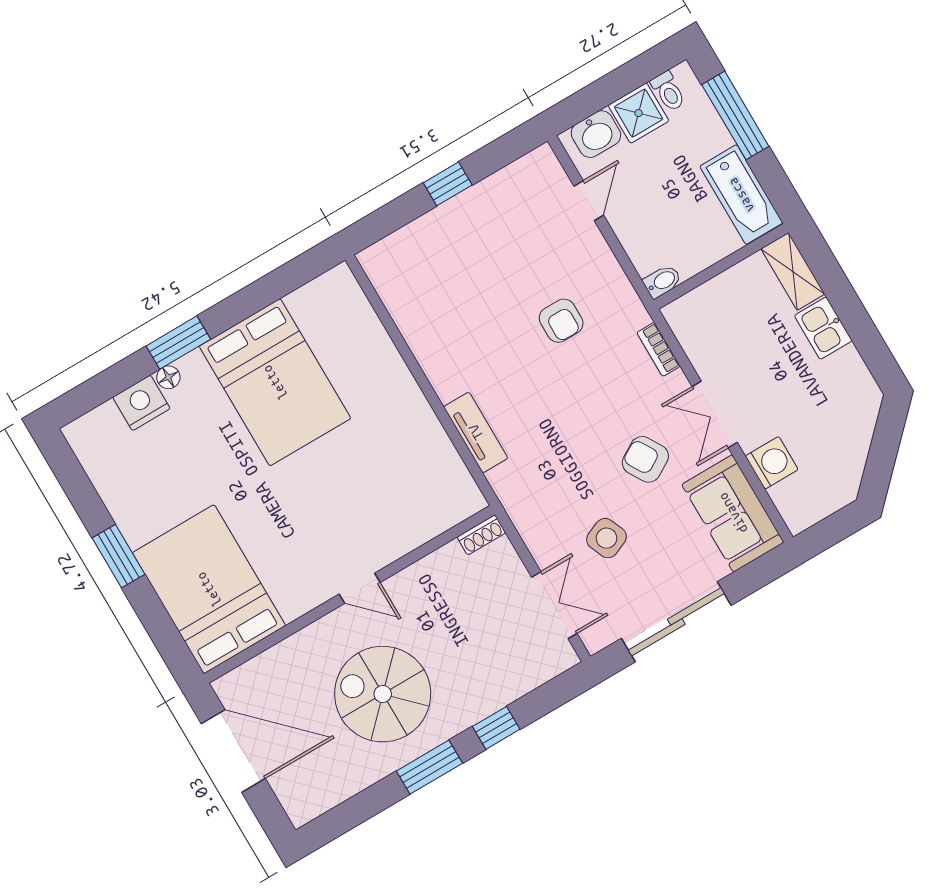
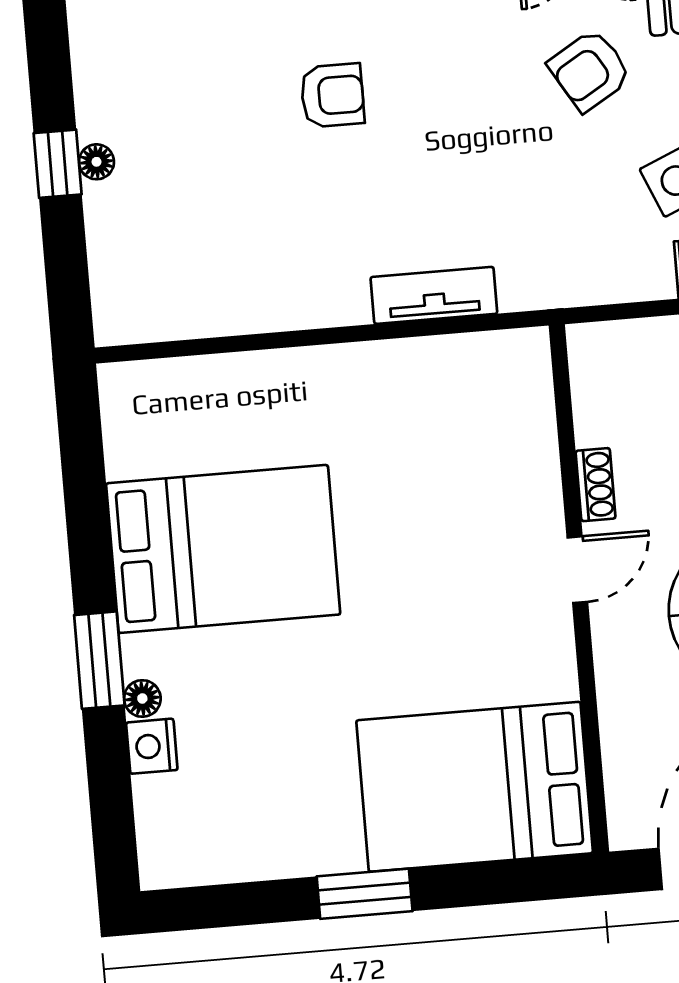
floor lamp: (459, 205) -> (96, 162), added
nightstand: (141, 403) -> (152, 746), width x0.74, depth x0.75
shoe rack: (481, 535) -> (596, 485), moved

